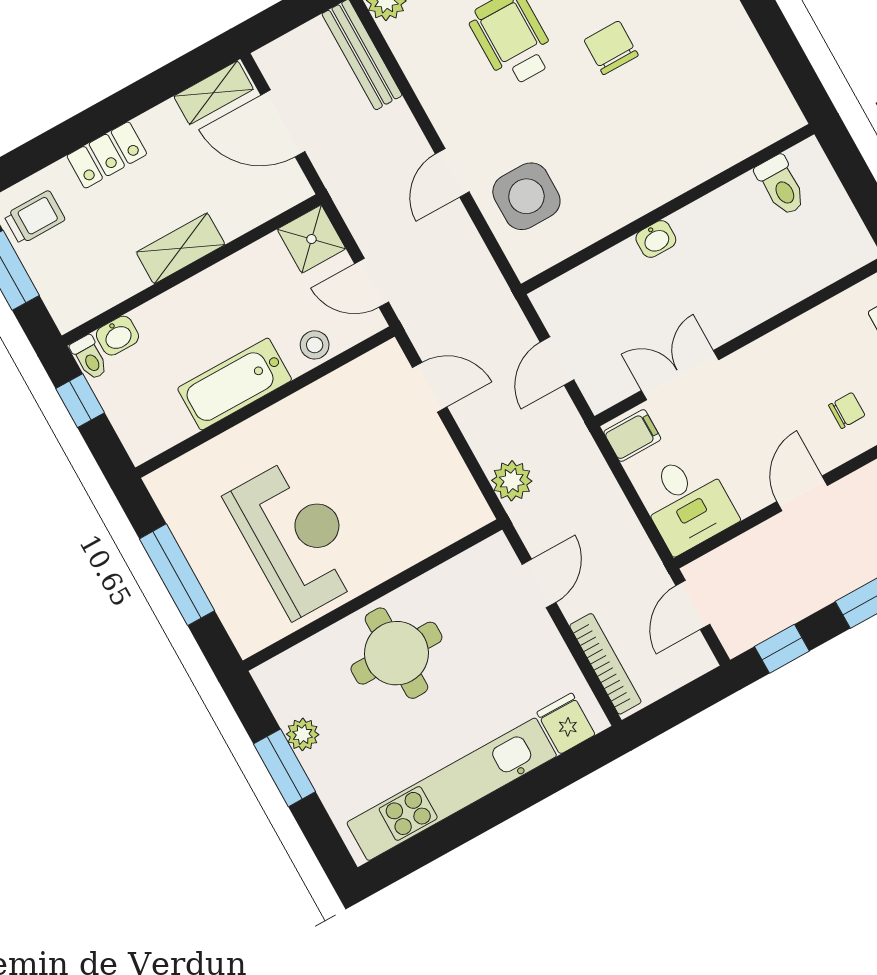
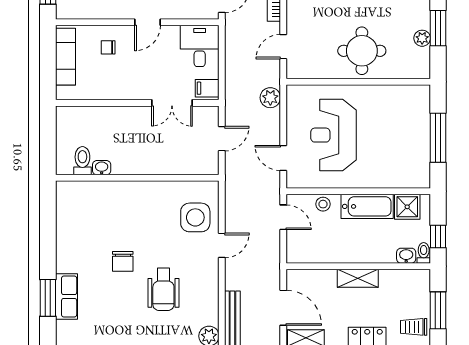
shower: (311, 239) -> (407, 207), moved
washbasin: (656, 239) -> (102, 168), moved
reception desk: (296, 537) -> (333, 135), moved

